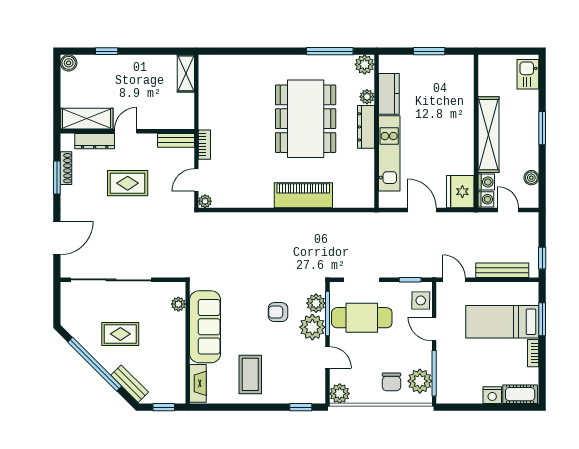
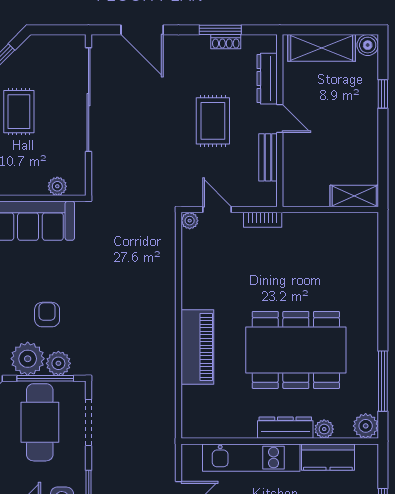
shelving: (87, 119) -> (322, 48), moved, turned 90
bench: (176, 140) -> (268, 157), moved
shoe rack: (66, 168) -> (226, 42), width x0.70

